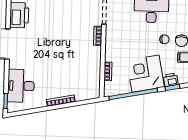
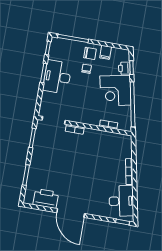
desk: (21, 86) -> (121, 201), moved, turned -101

